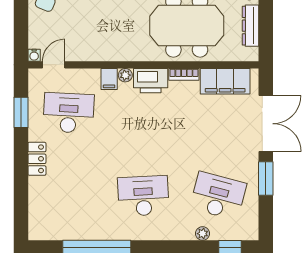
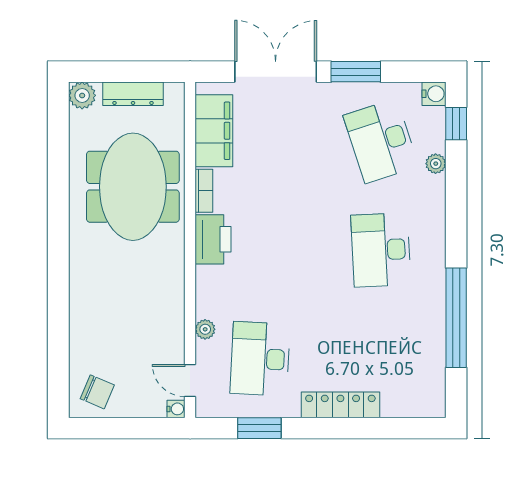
plant: (125, 75) -> (205, 329), moved
filing cabinet: (109, 79) -> (211, 300), removed
locker: (37, 159) -> (340, 405), width x1.53
desk: (218, 196) -> (381, 141), turned -33
water cooler: (251, 232) -> (434, 94), added

